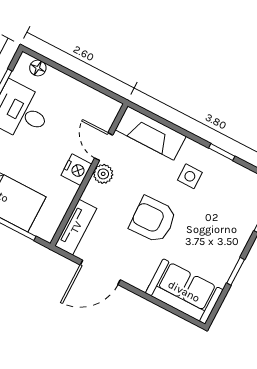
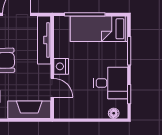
plant: (103, 174) -> (44, 72), removed
tv unit: (76, 227) -> (44, 40), width x1.41

